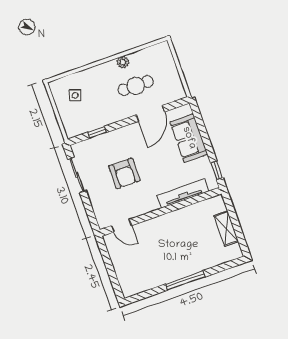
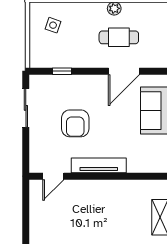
tv unit: (183, 193) -> (99, 165), moved
door: (122, 226) -> (53, 176), hinge flipped

